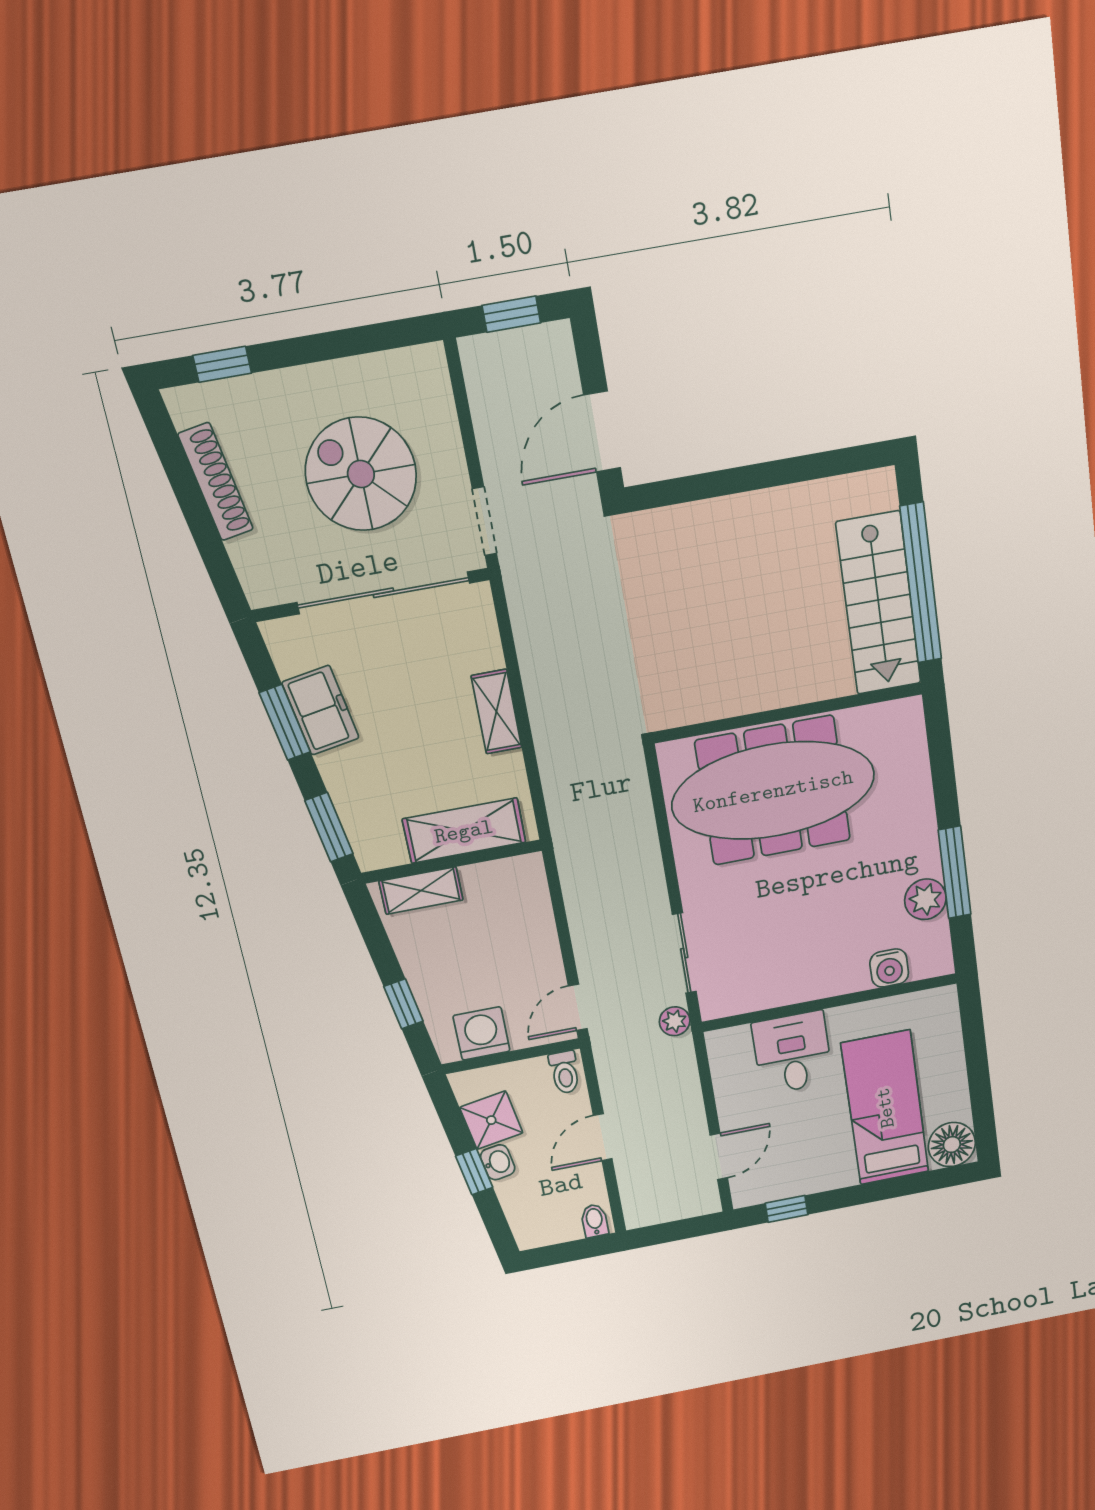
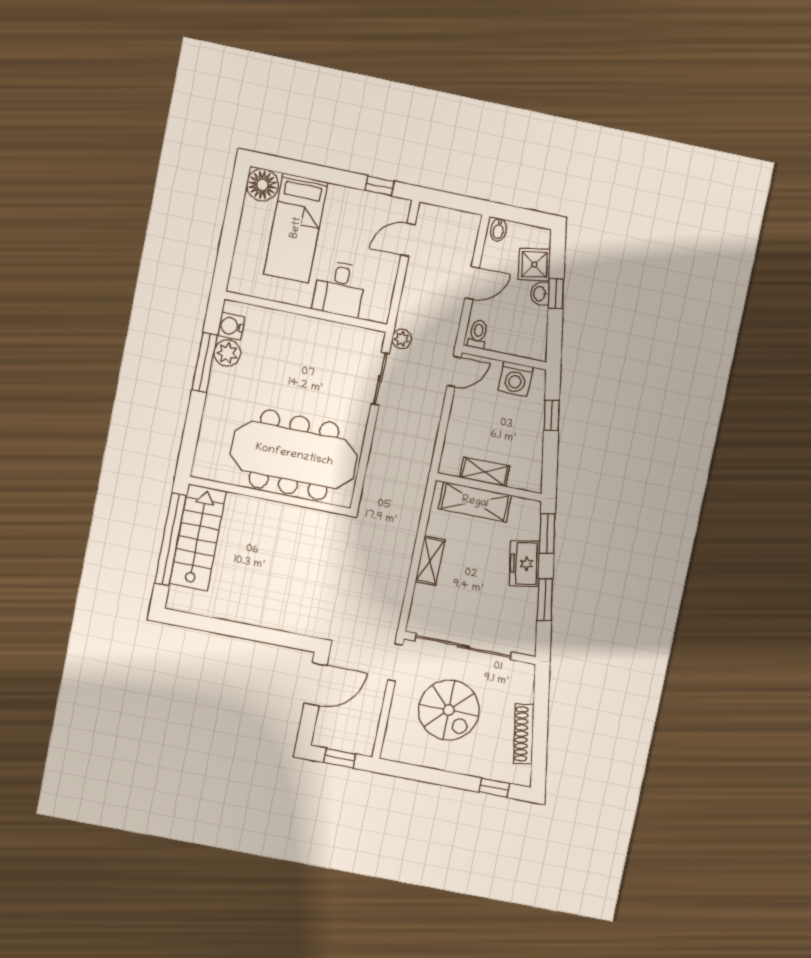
freezer: (321, 710) -> (524, 564), moved
shelving: (421, 891) -> (485, 472), moved
water cooler: (889, 968) -> (231, 326), moved, turned -90
shower: (491, 1120) -> (534, 265), moved

